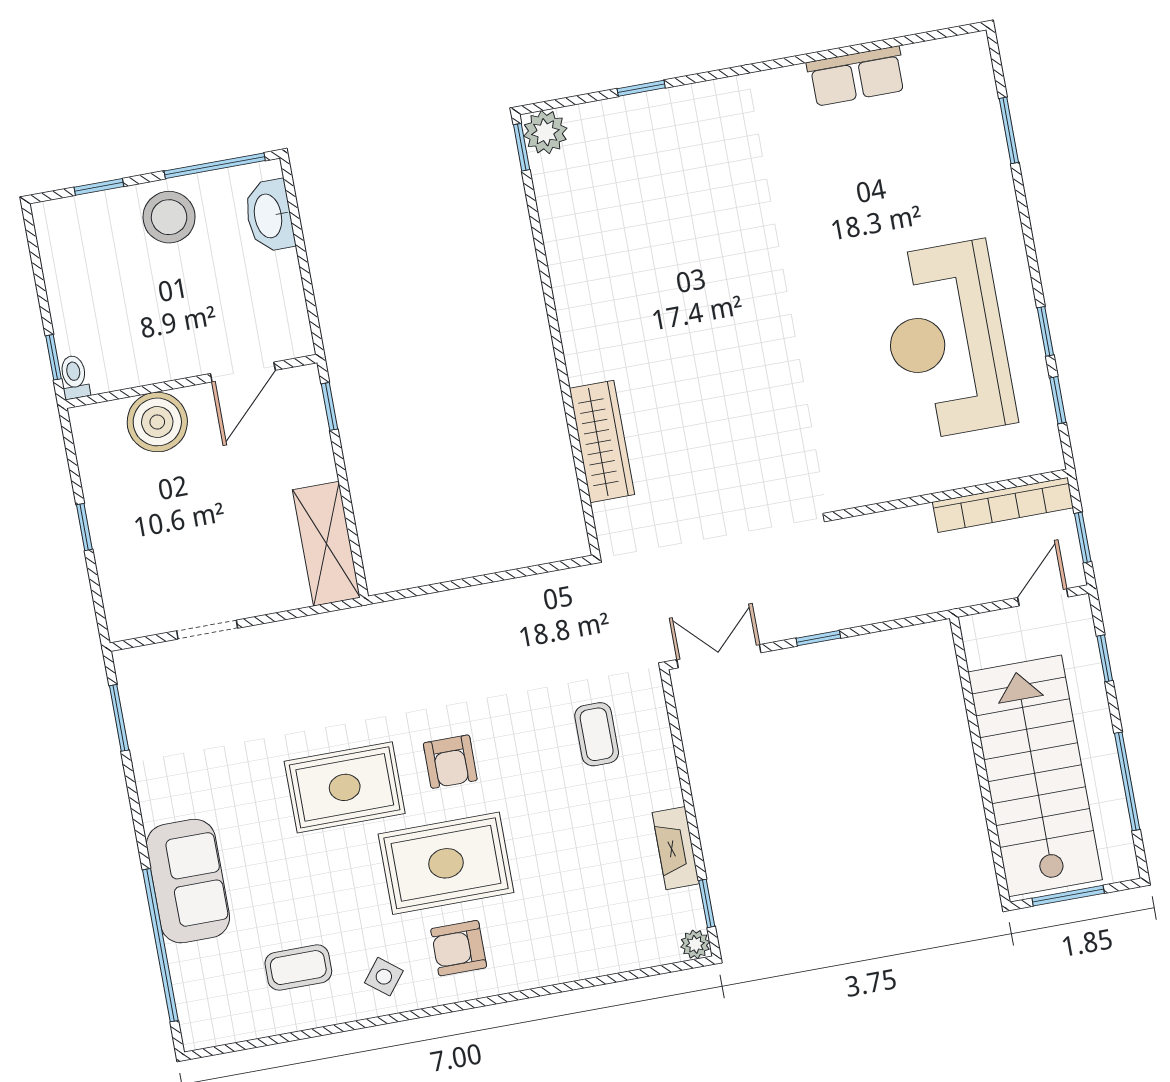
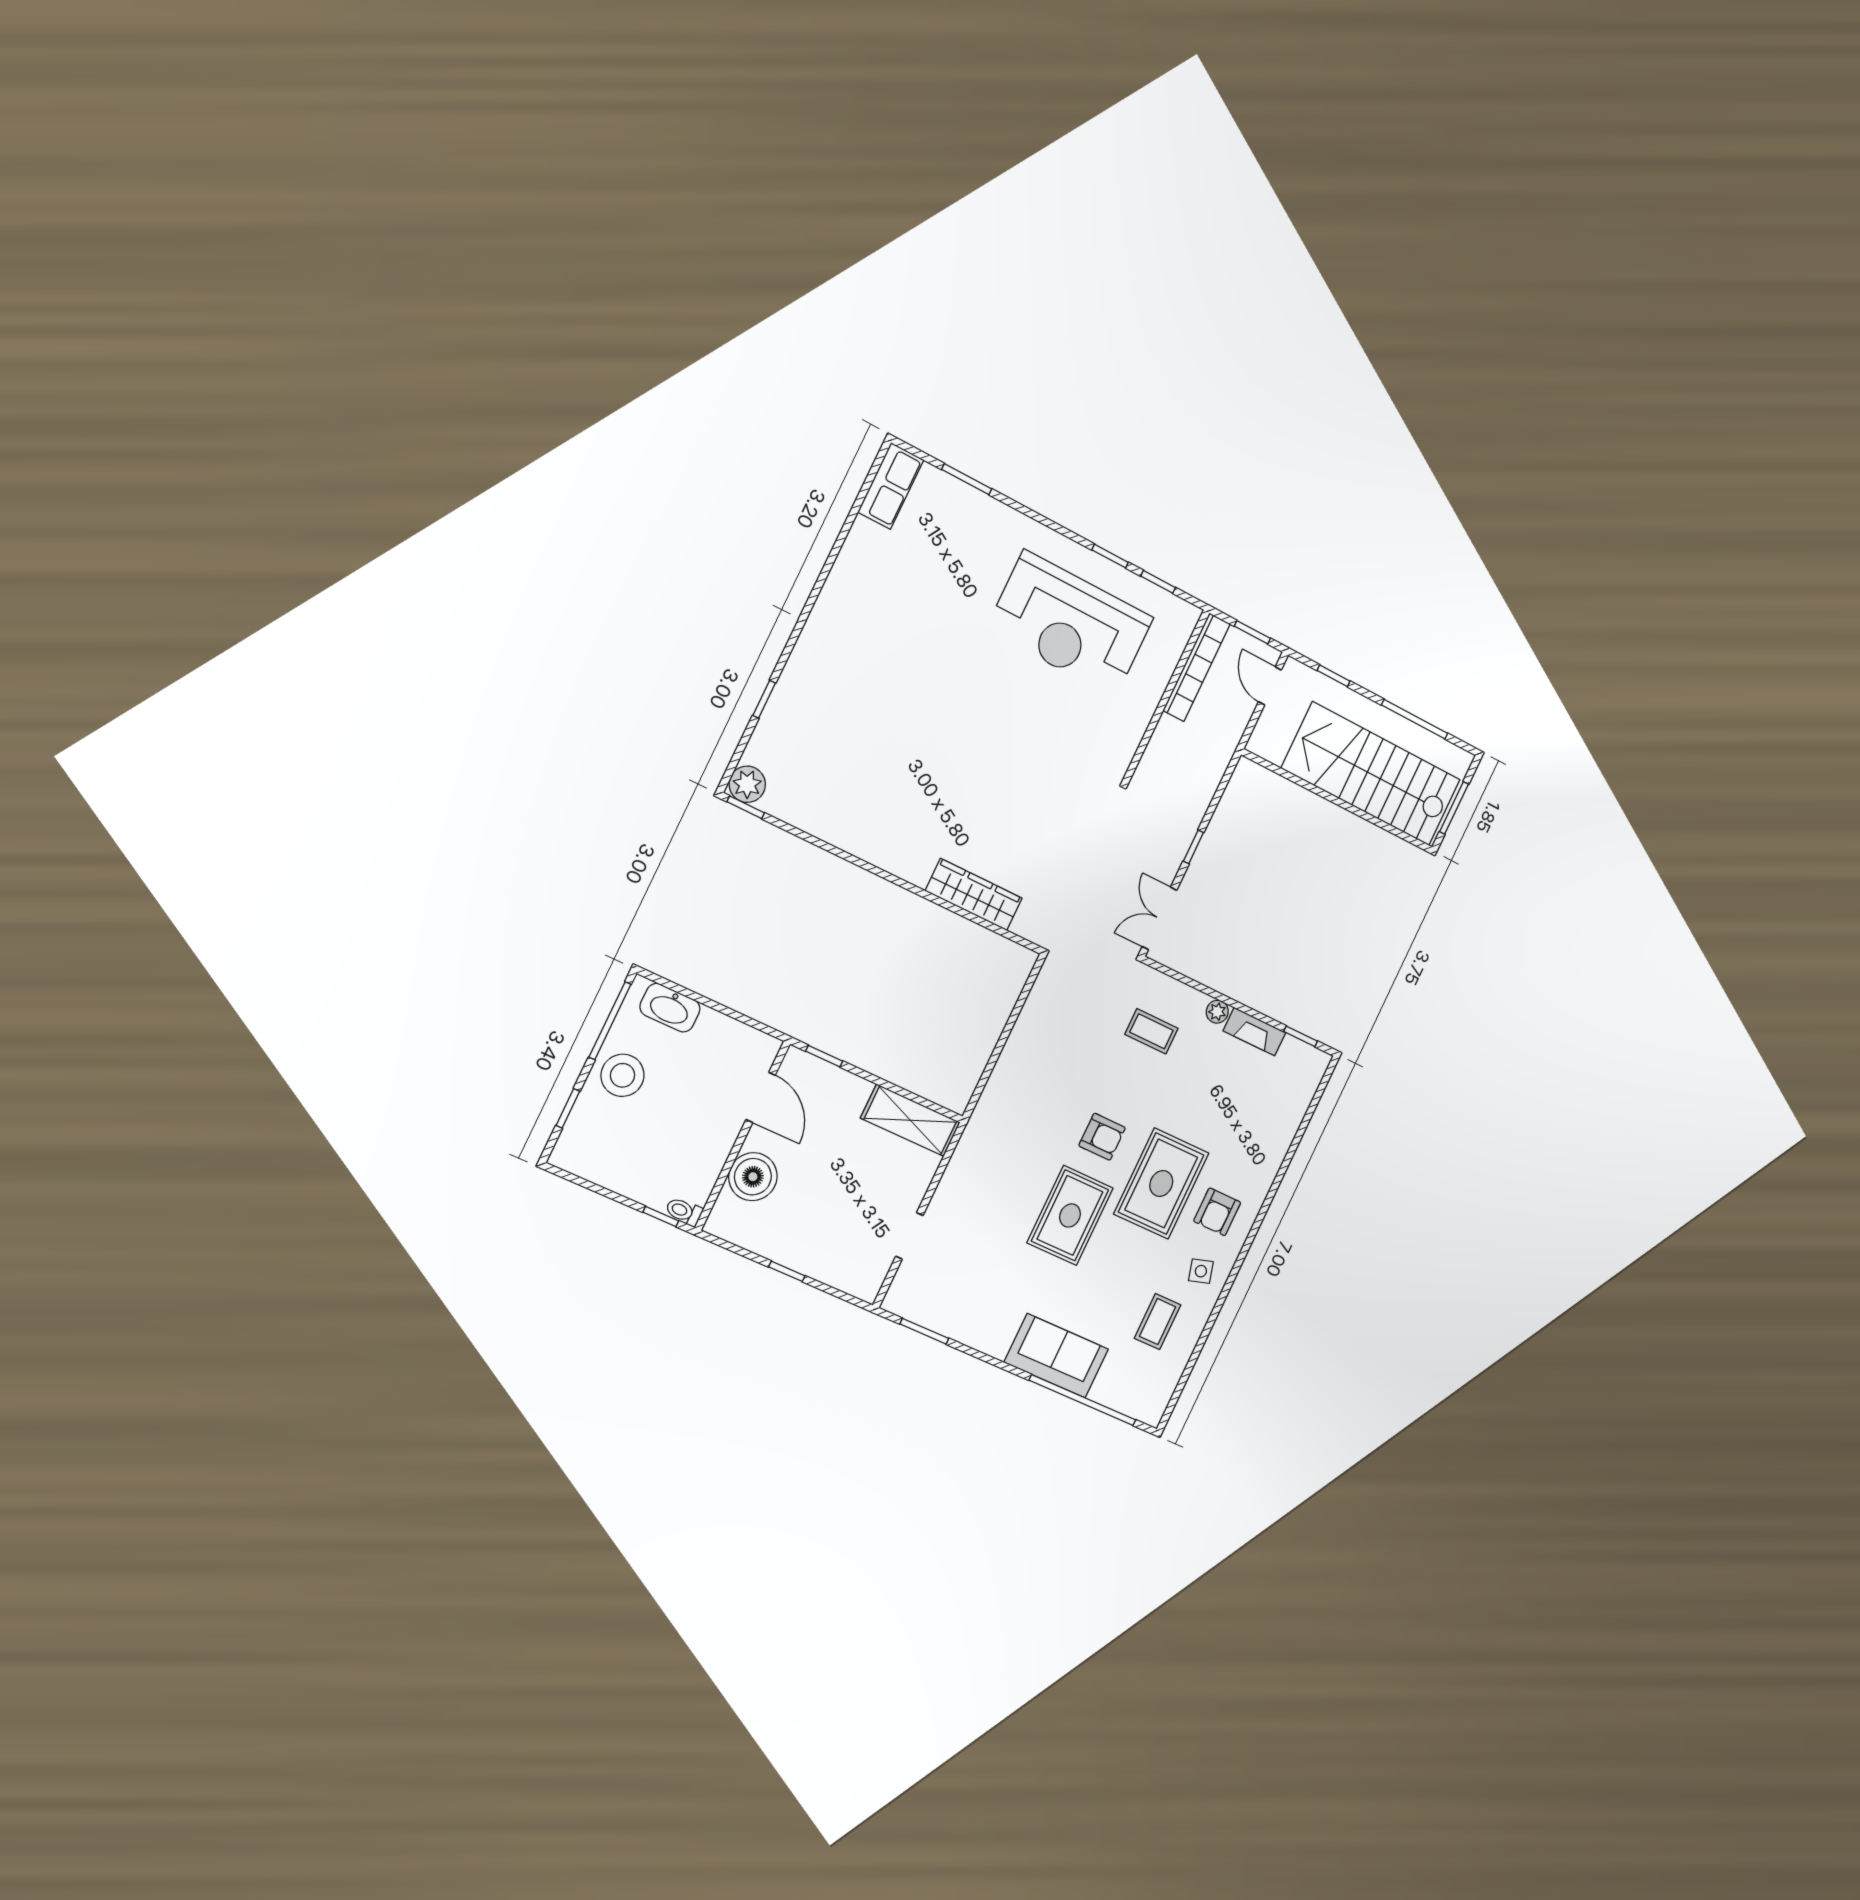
row of seats: (856, 76) -> (891, 486), moved
plant: (695, 944) -> (1217, 1012), moved
side table: (384, 977) -> (1201, 1271), turned 36

